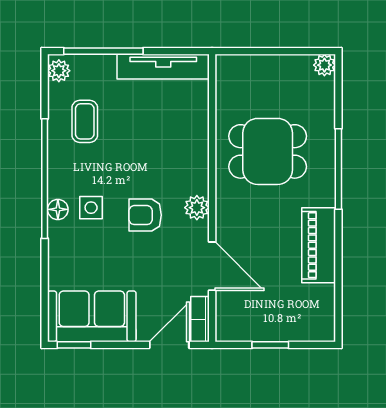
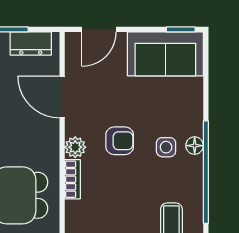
bookcase: (200, 319) -> (73, 179), moved
dresser: (249, 328) -> (31, 44), added

